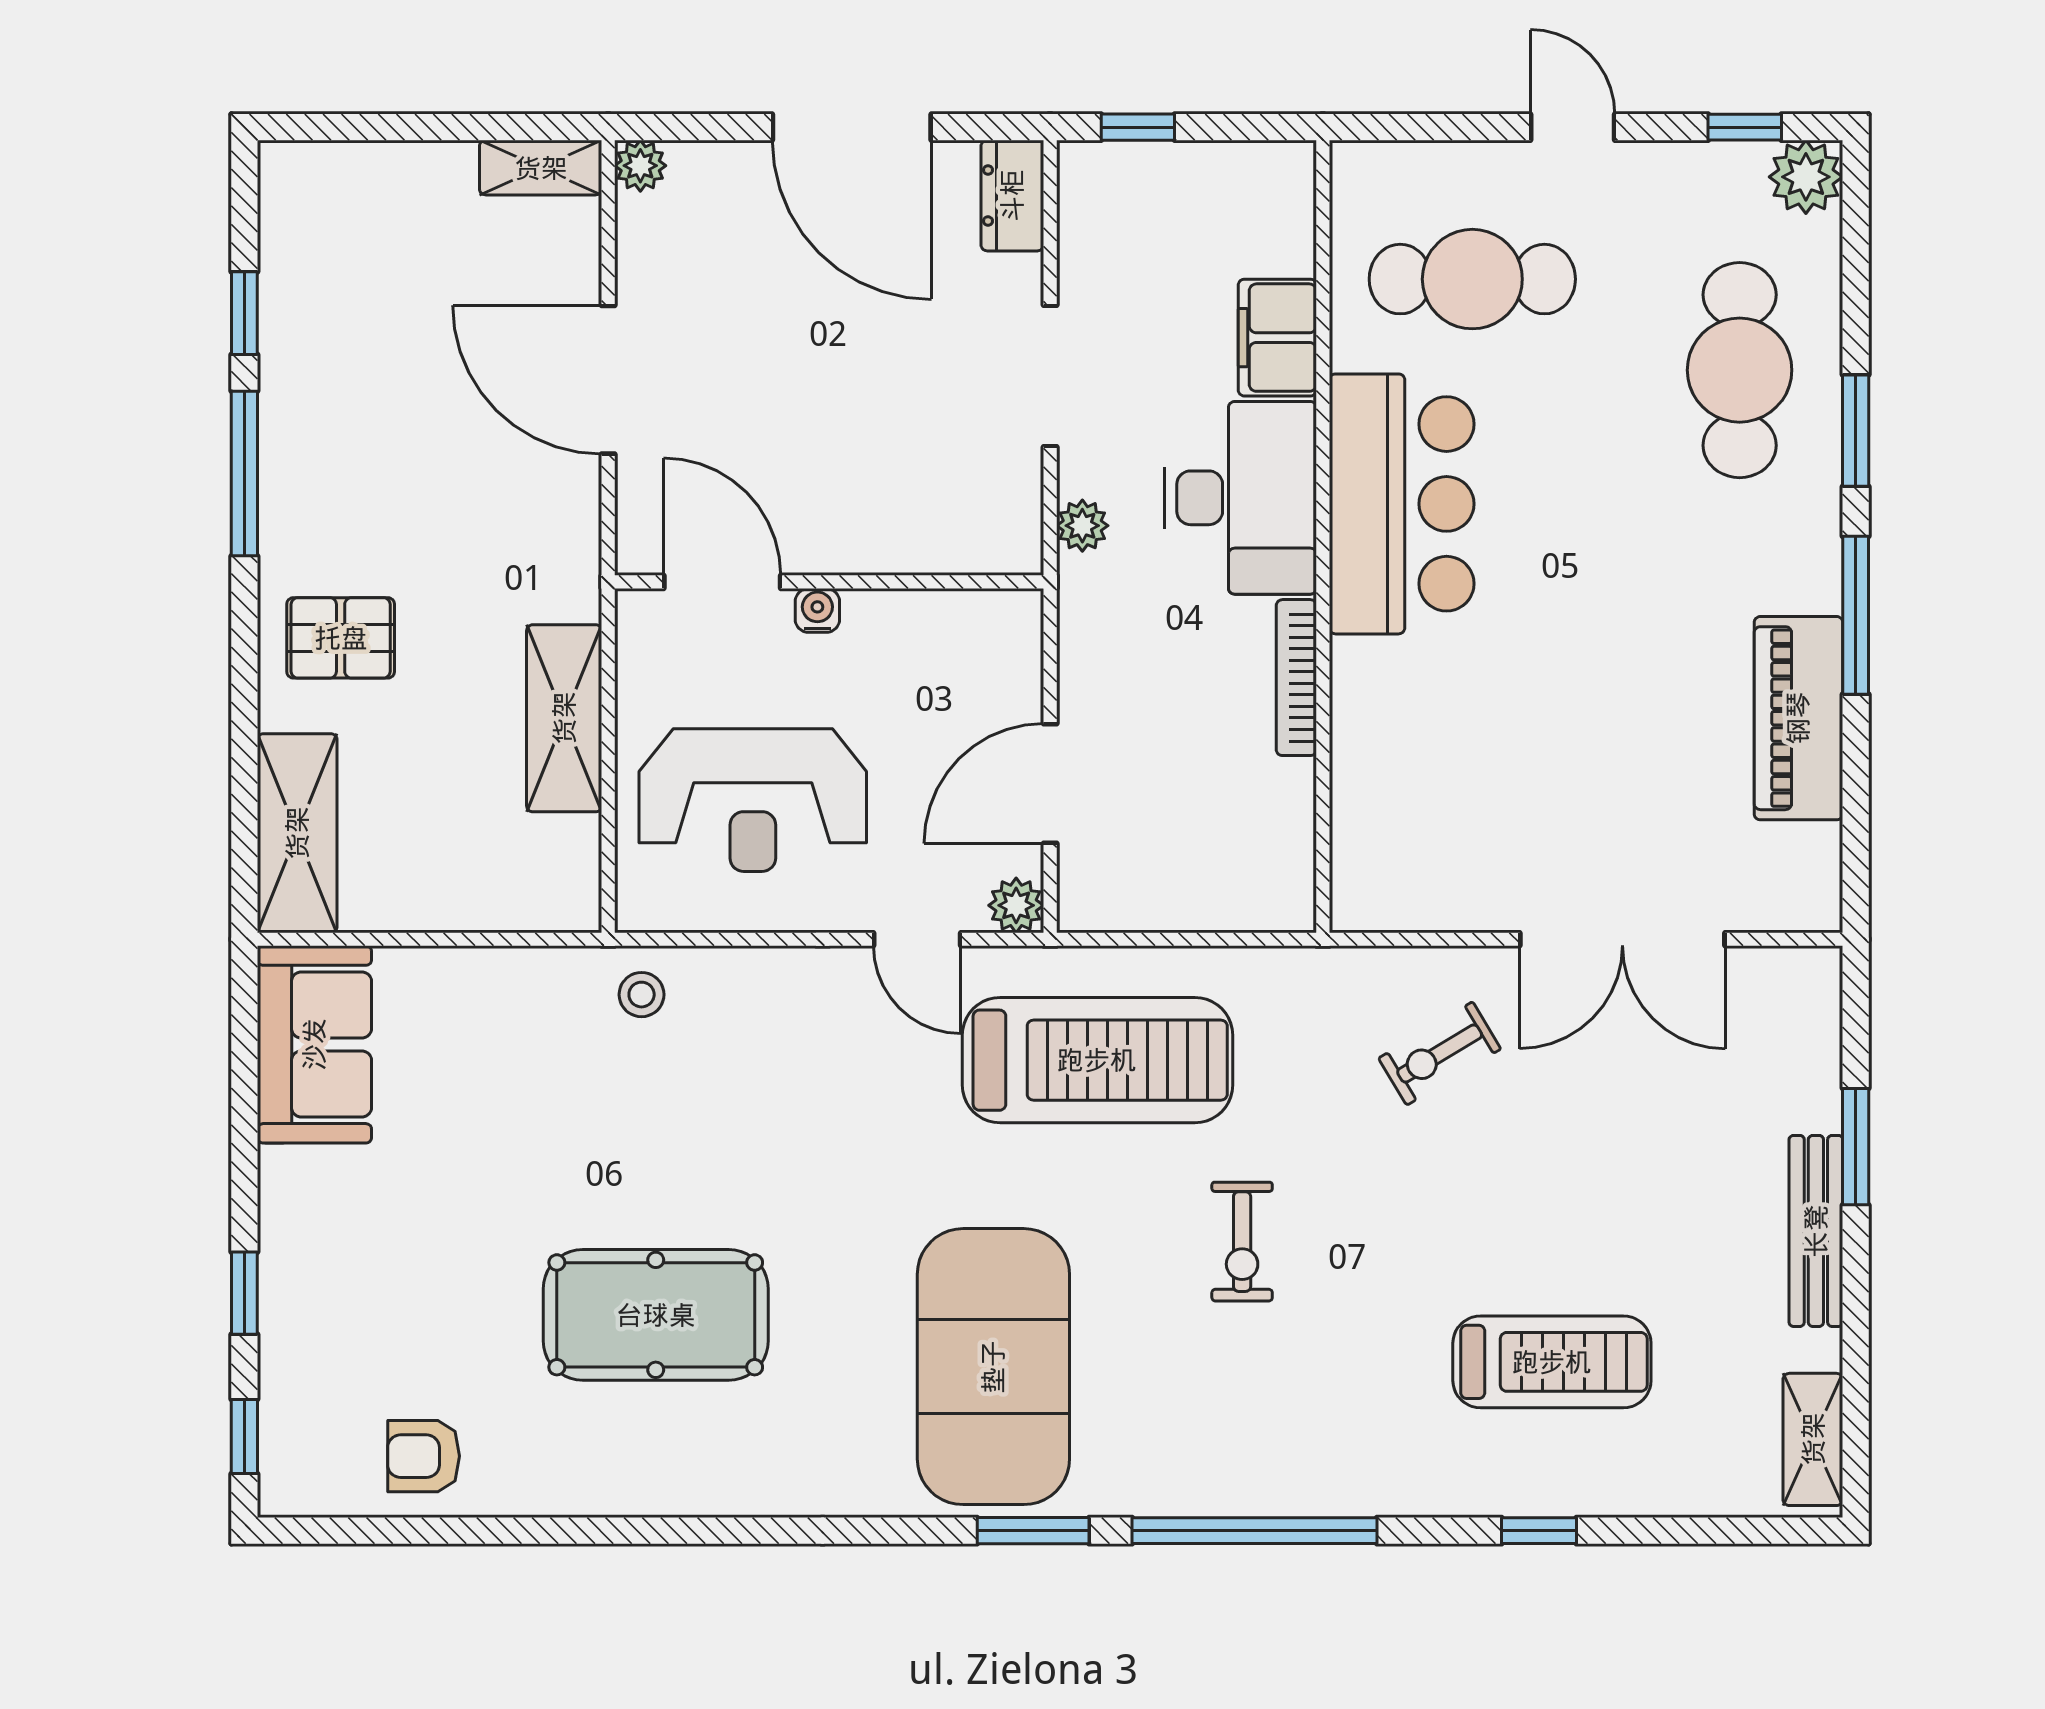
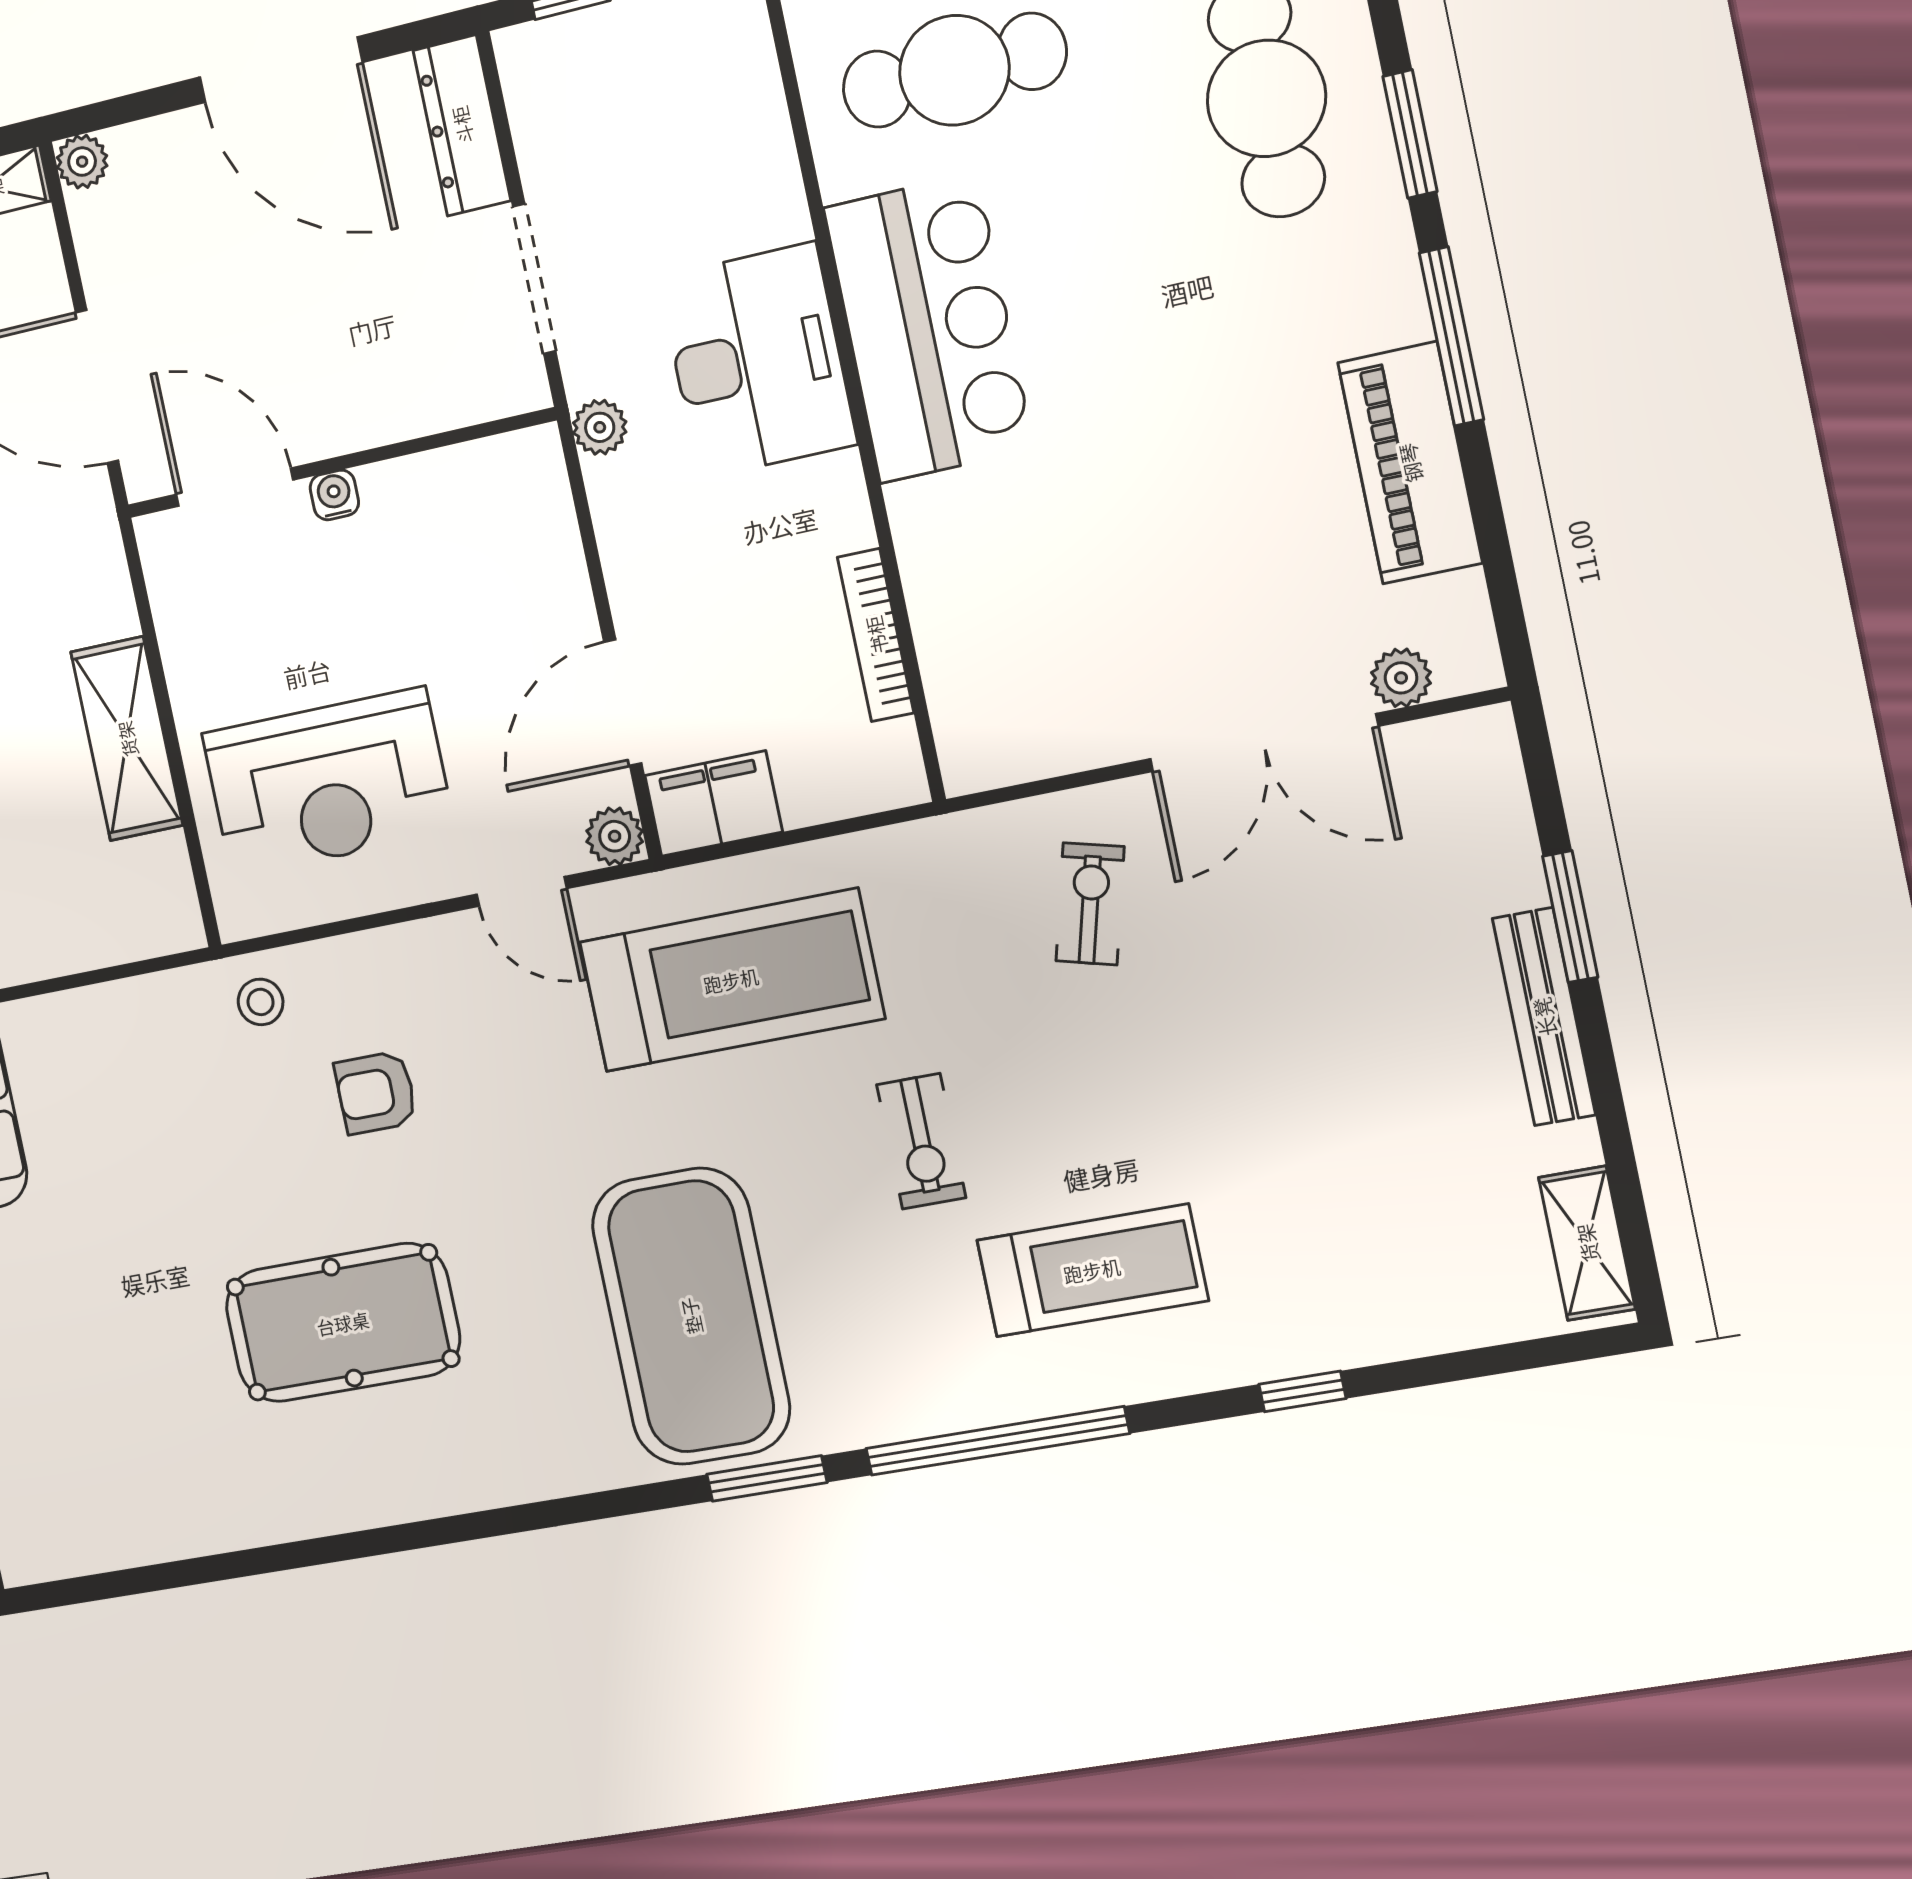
dresser: (1012, 196) -> (462, 125), width x1.44
filing cabinet: (1277, 338) -> (713, 804), moved, turned 90
door: (722, 582) -> (235, 487), moved
wall: (829, 582) -> (340, 463), moved
water cooler: (817, 610) -> (334, 495), moved
bookcase: (1296, 678) -> (876, 635), moved
plant: (1753, 906) -> (1401, 678), added
exercise bike: (1440, 1054) -> (1090, 904), turned 136
treadmill: (1552, 1362) -> (1092, 1270), moved
armchair: (424, 1456) -> (376, 1093), moved

